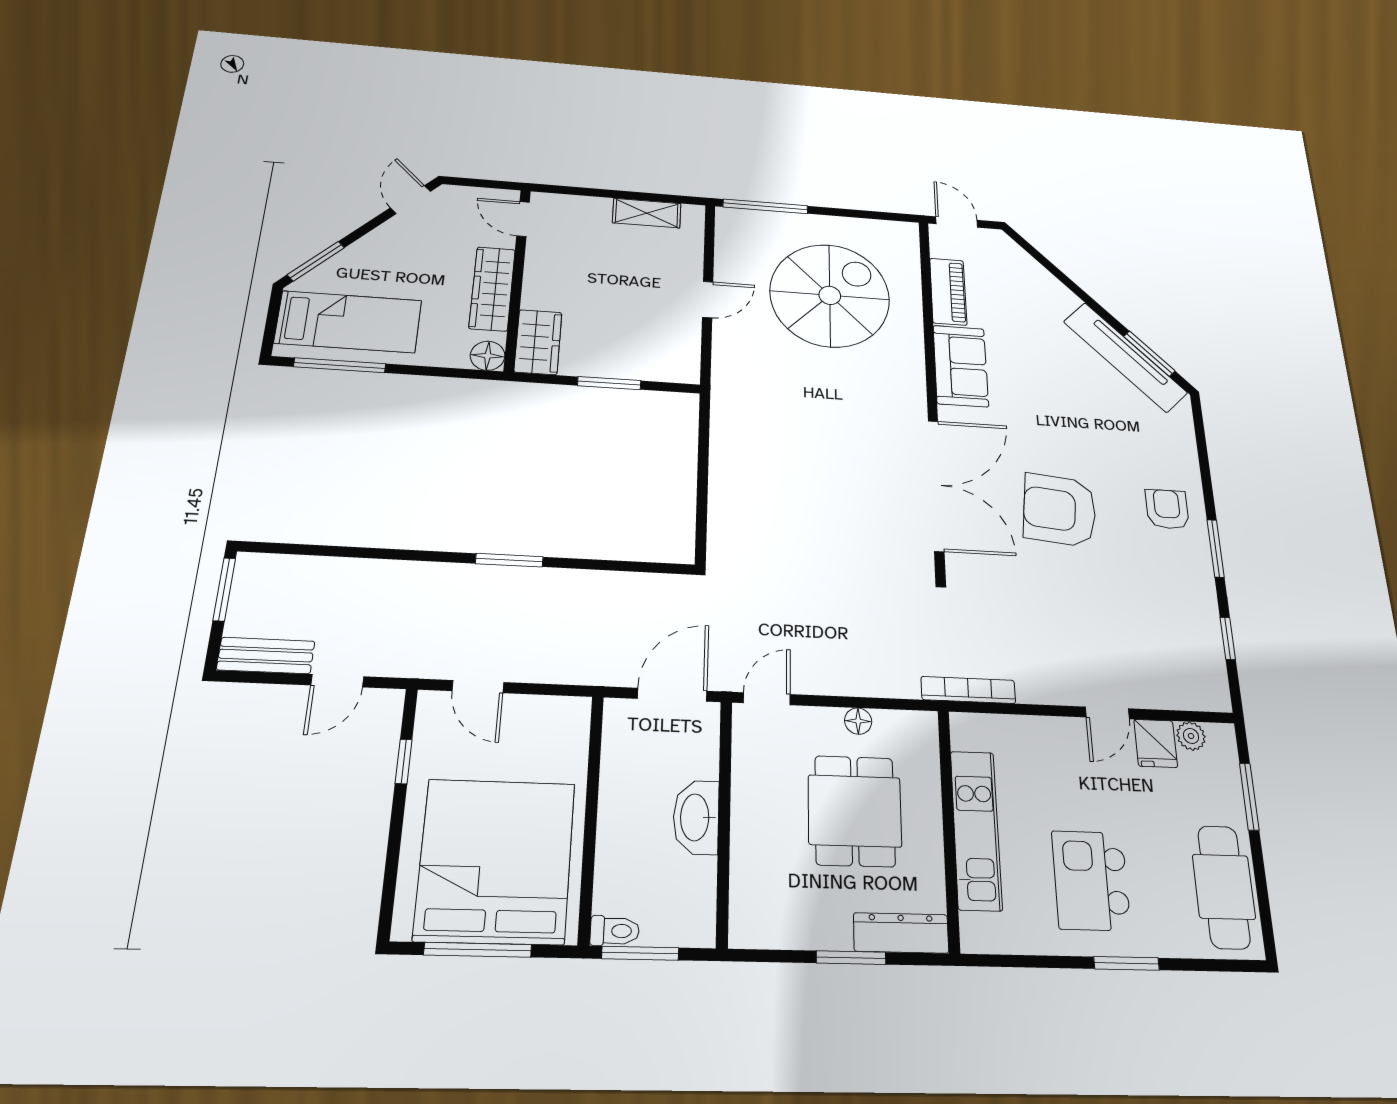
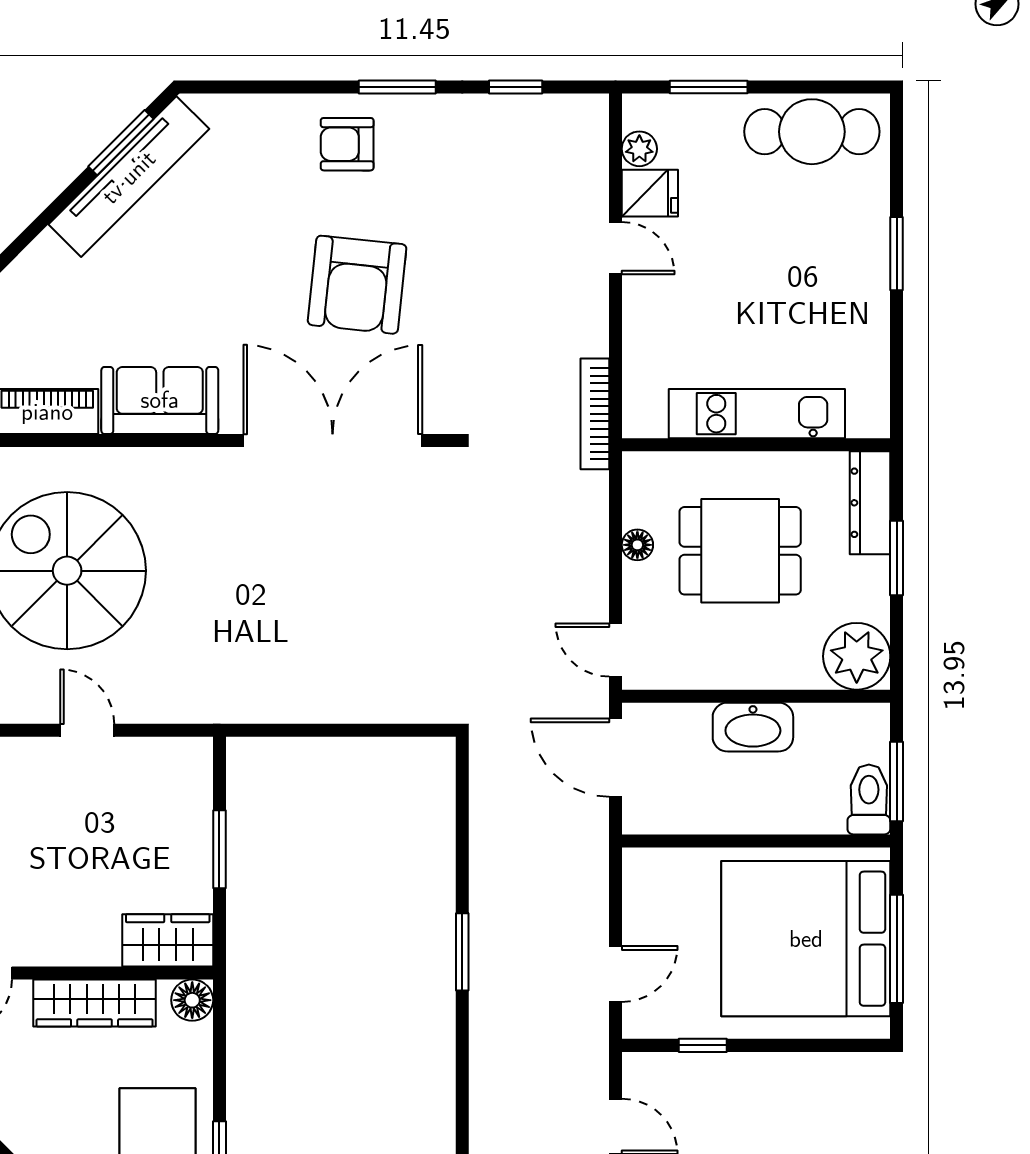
kitchen island: (1091, 880) -> (809, 286), removed
plant: (760, 917) -> (857, 656), added
toilet: (615, 931) -> (869, 799), width x1.37, depth x1.39

